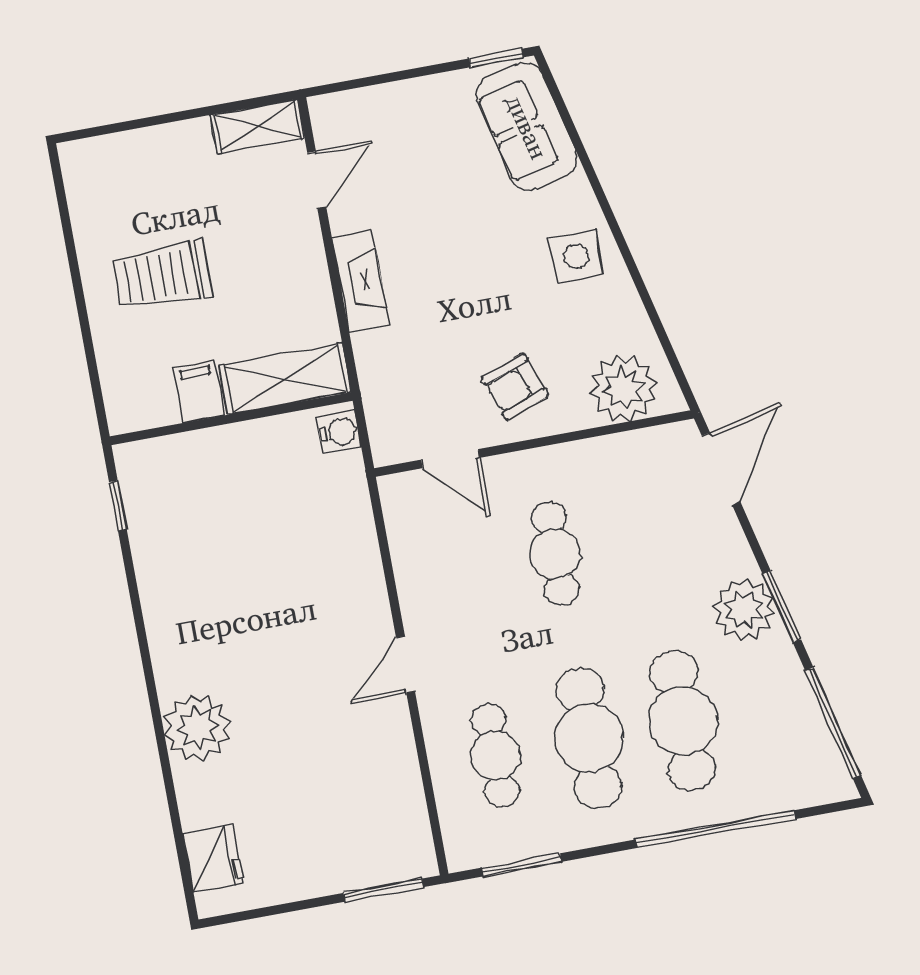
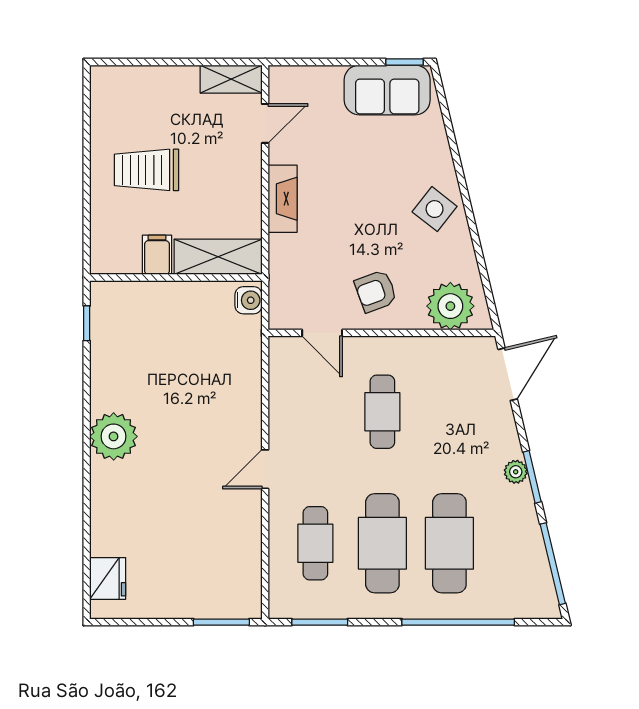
sofa: (527, 127) -> (387, 90), moved, turned -77
side table: (576, 256) -> (435, 209), turned 38
plant: (744, 610) -> (516, 472), width x0.53, depth x0.53
plant: (198, 728) -> (114, 436), moved

